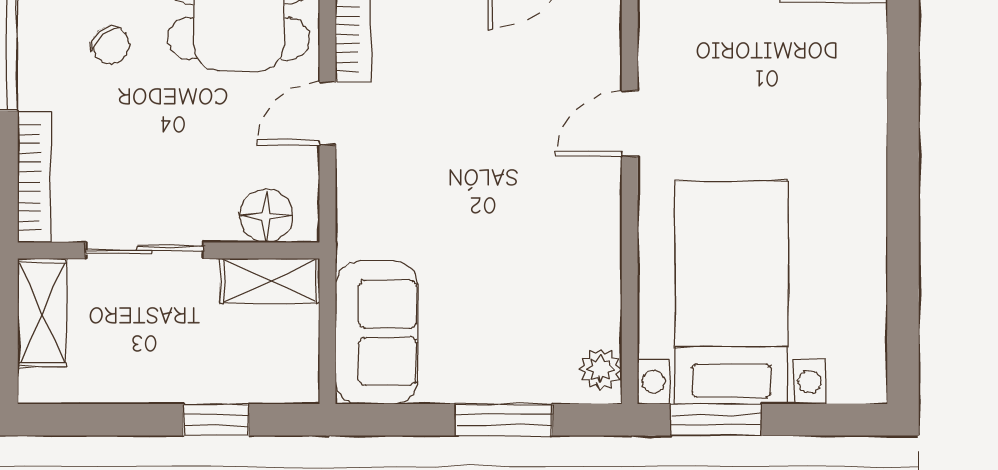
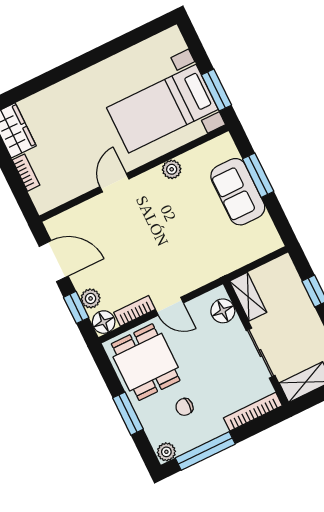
chair: (111, 45) -> (184, 407), turned -140
door: (630, 124) -> (114, 183), swing flipped
sofa: (377, 333) -> (238, 192), moved, turned -90
plant: (601, 369) -> (172, 169), moved

